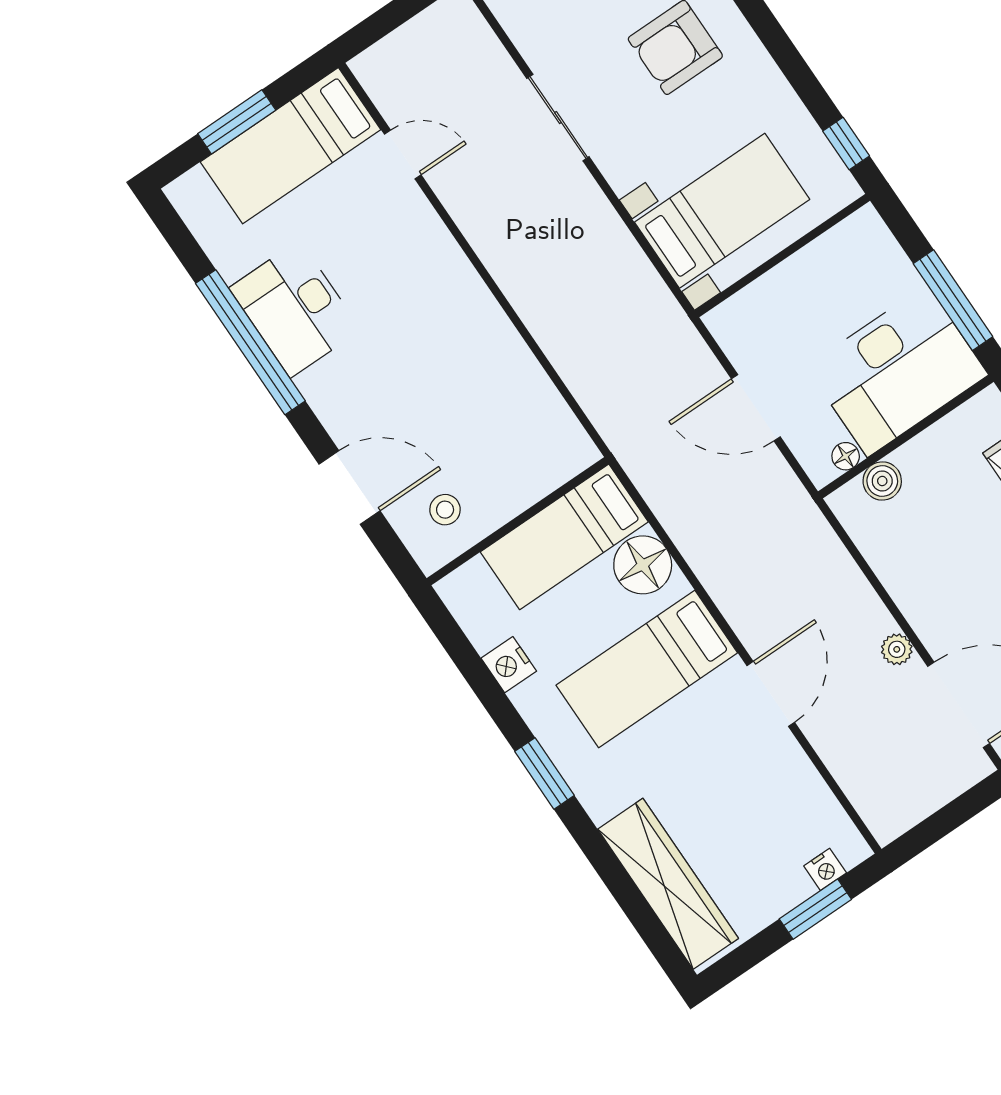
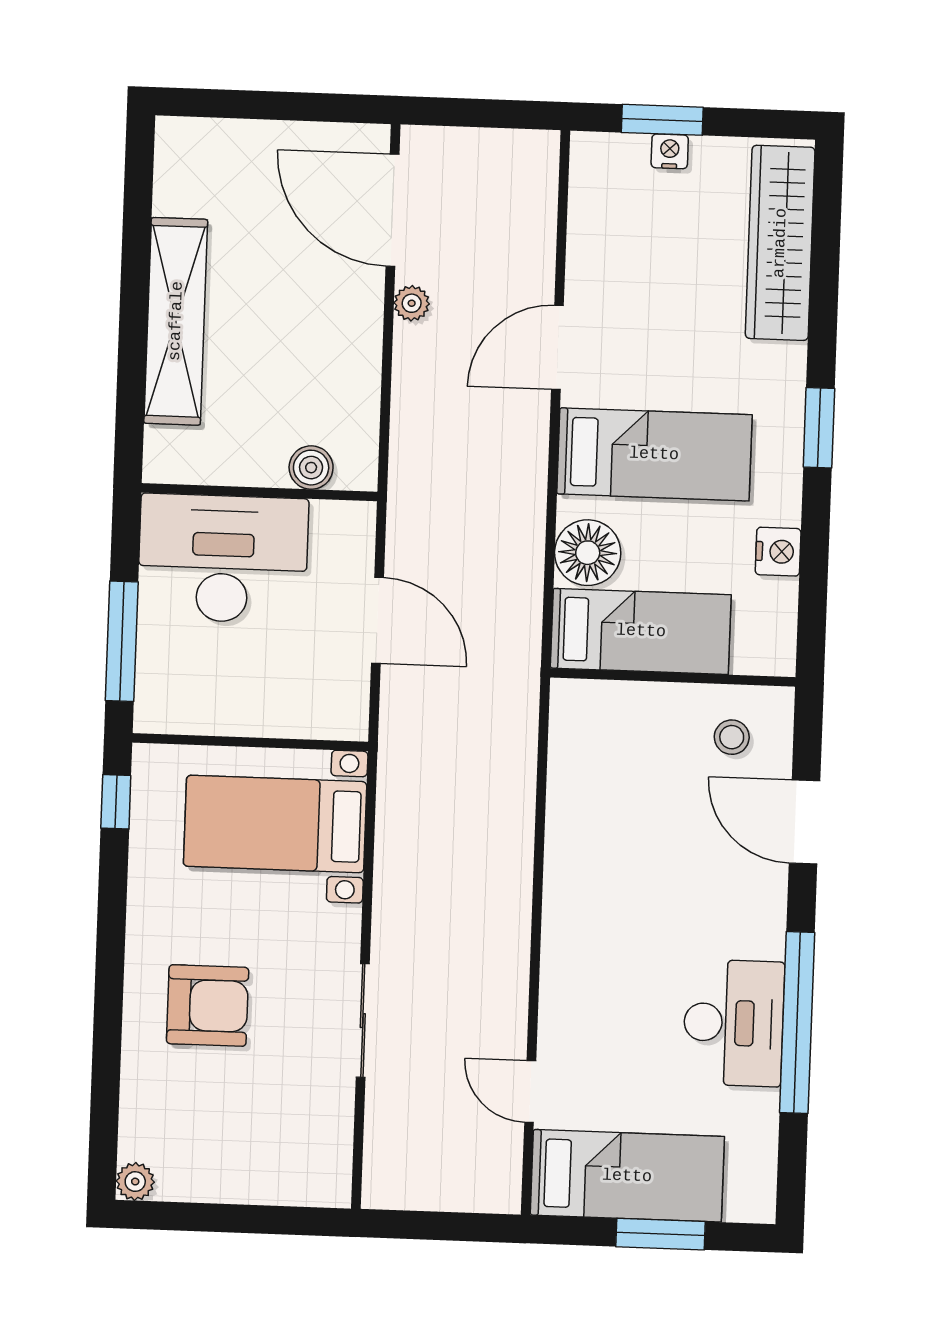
window: (953, 300) -> (122, 641), moved
floor lamp: (846, 456) -> (328, 515), removed
nightstand: (825, 869) -> (670, 151), moved

